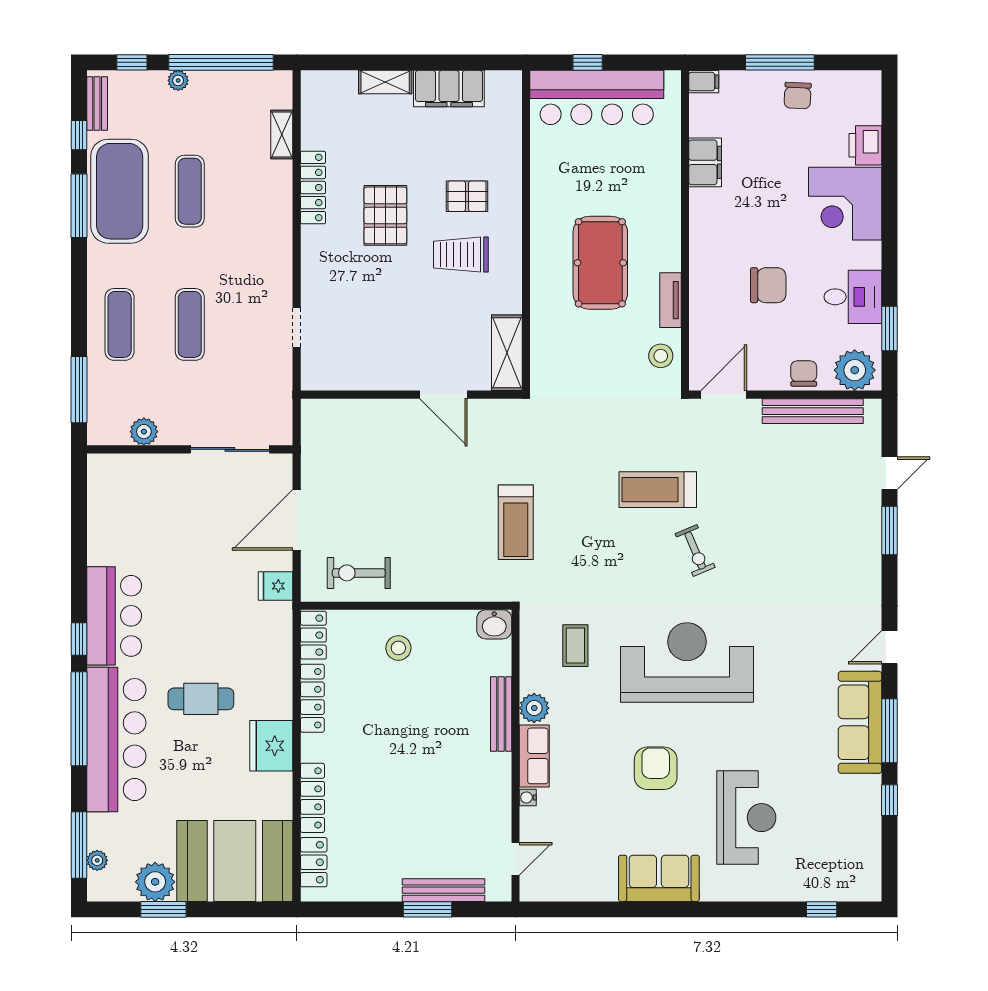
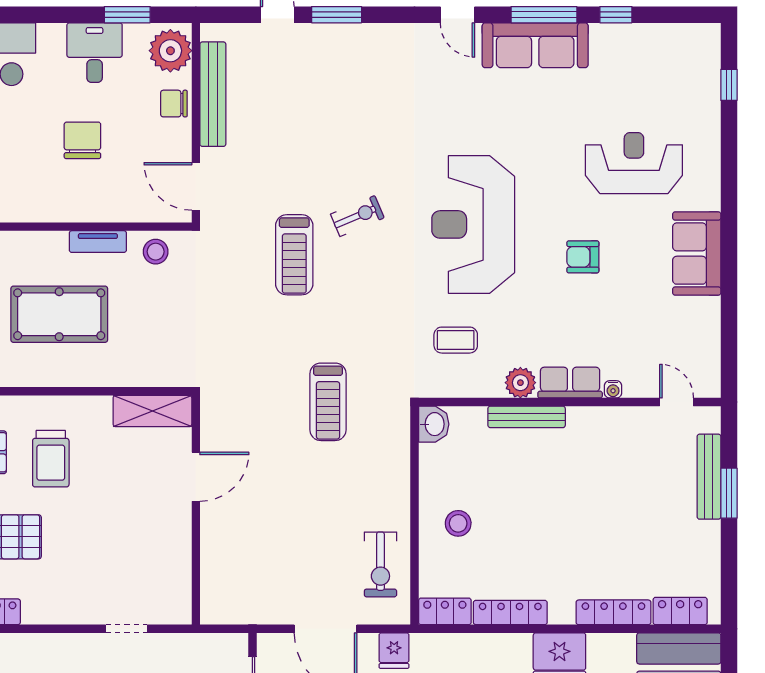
treadmill: (516, 522) -> (328, 402), turned 90
armchair: (656, 768) -> (583, 257), width x0.72, depth x0.72

